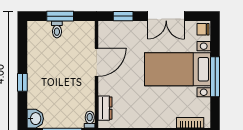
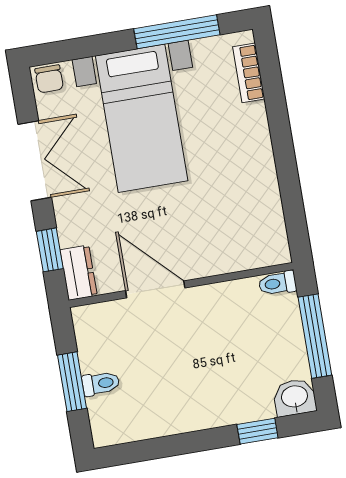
window: (215, 77) -> (177, 32), moved
window: (22, 82) -> (257, 431), moved
dresser: (105, 108) -> (79, 273), moved, turned 90

